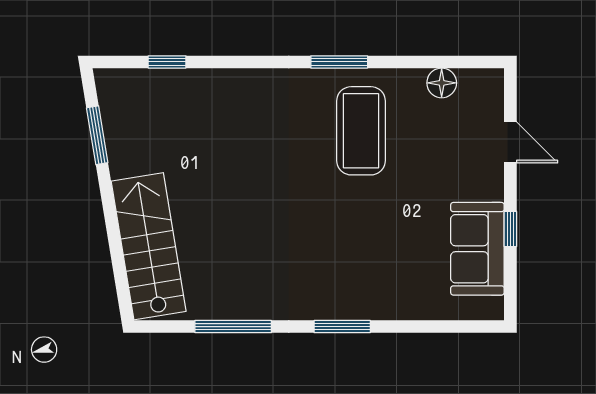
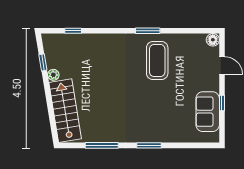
floor lamp: (442, 83) -> (213, 40), moved
window: (97, 135) -> (43, 62), width x0.67
plant: (121, 164) -> (53, 75), added

